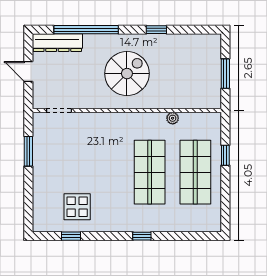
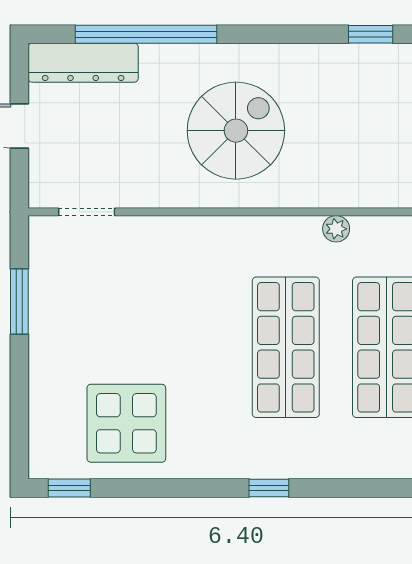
window: (156, 30) -> (371, 34), moved
display table: (77, 207) -> (126, 423), width x1.36, depth x1.36
window: (71, 236) -> (69, 488), moved

